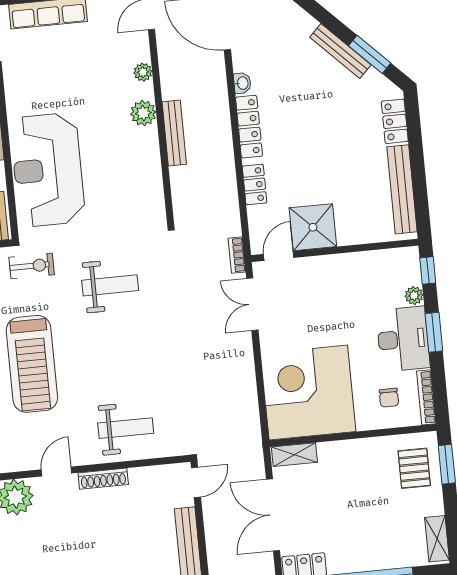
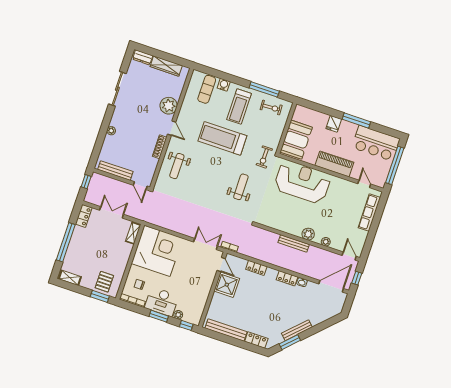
locker: (249, 127) -> (287, 278), width x0.66
weight bench: (110, 285) -> (241, 187), turned 180
pallet: (414, 468) -> (104, 282), turned 90
double door: (273, 515) -> (112, 212), width x0.73

